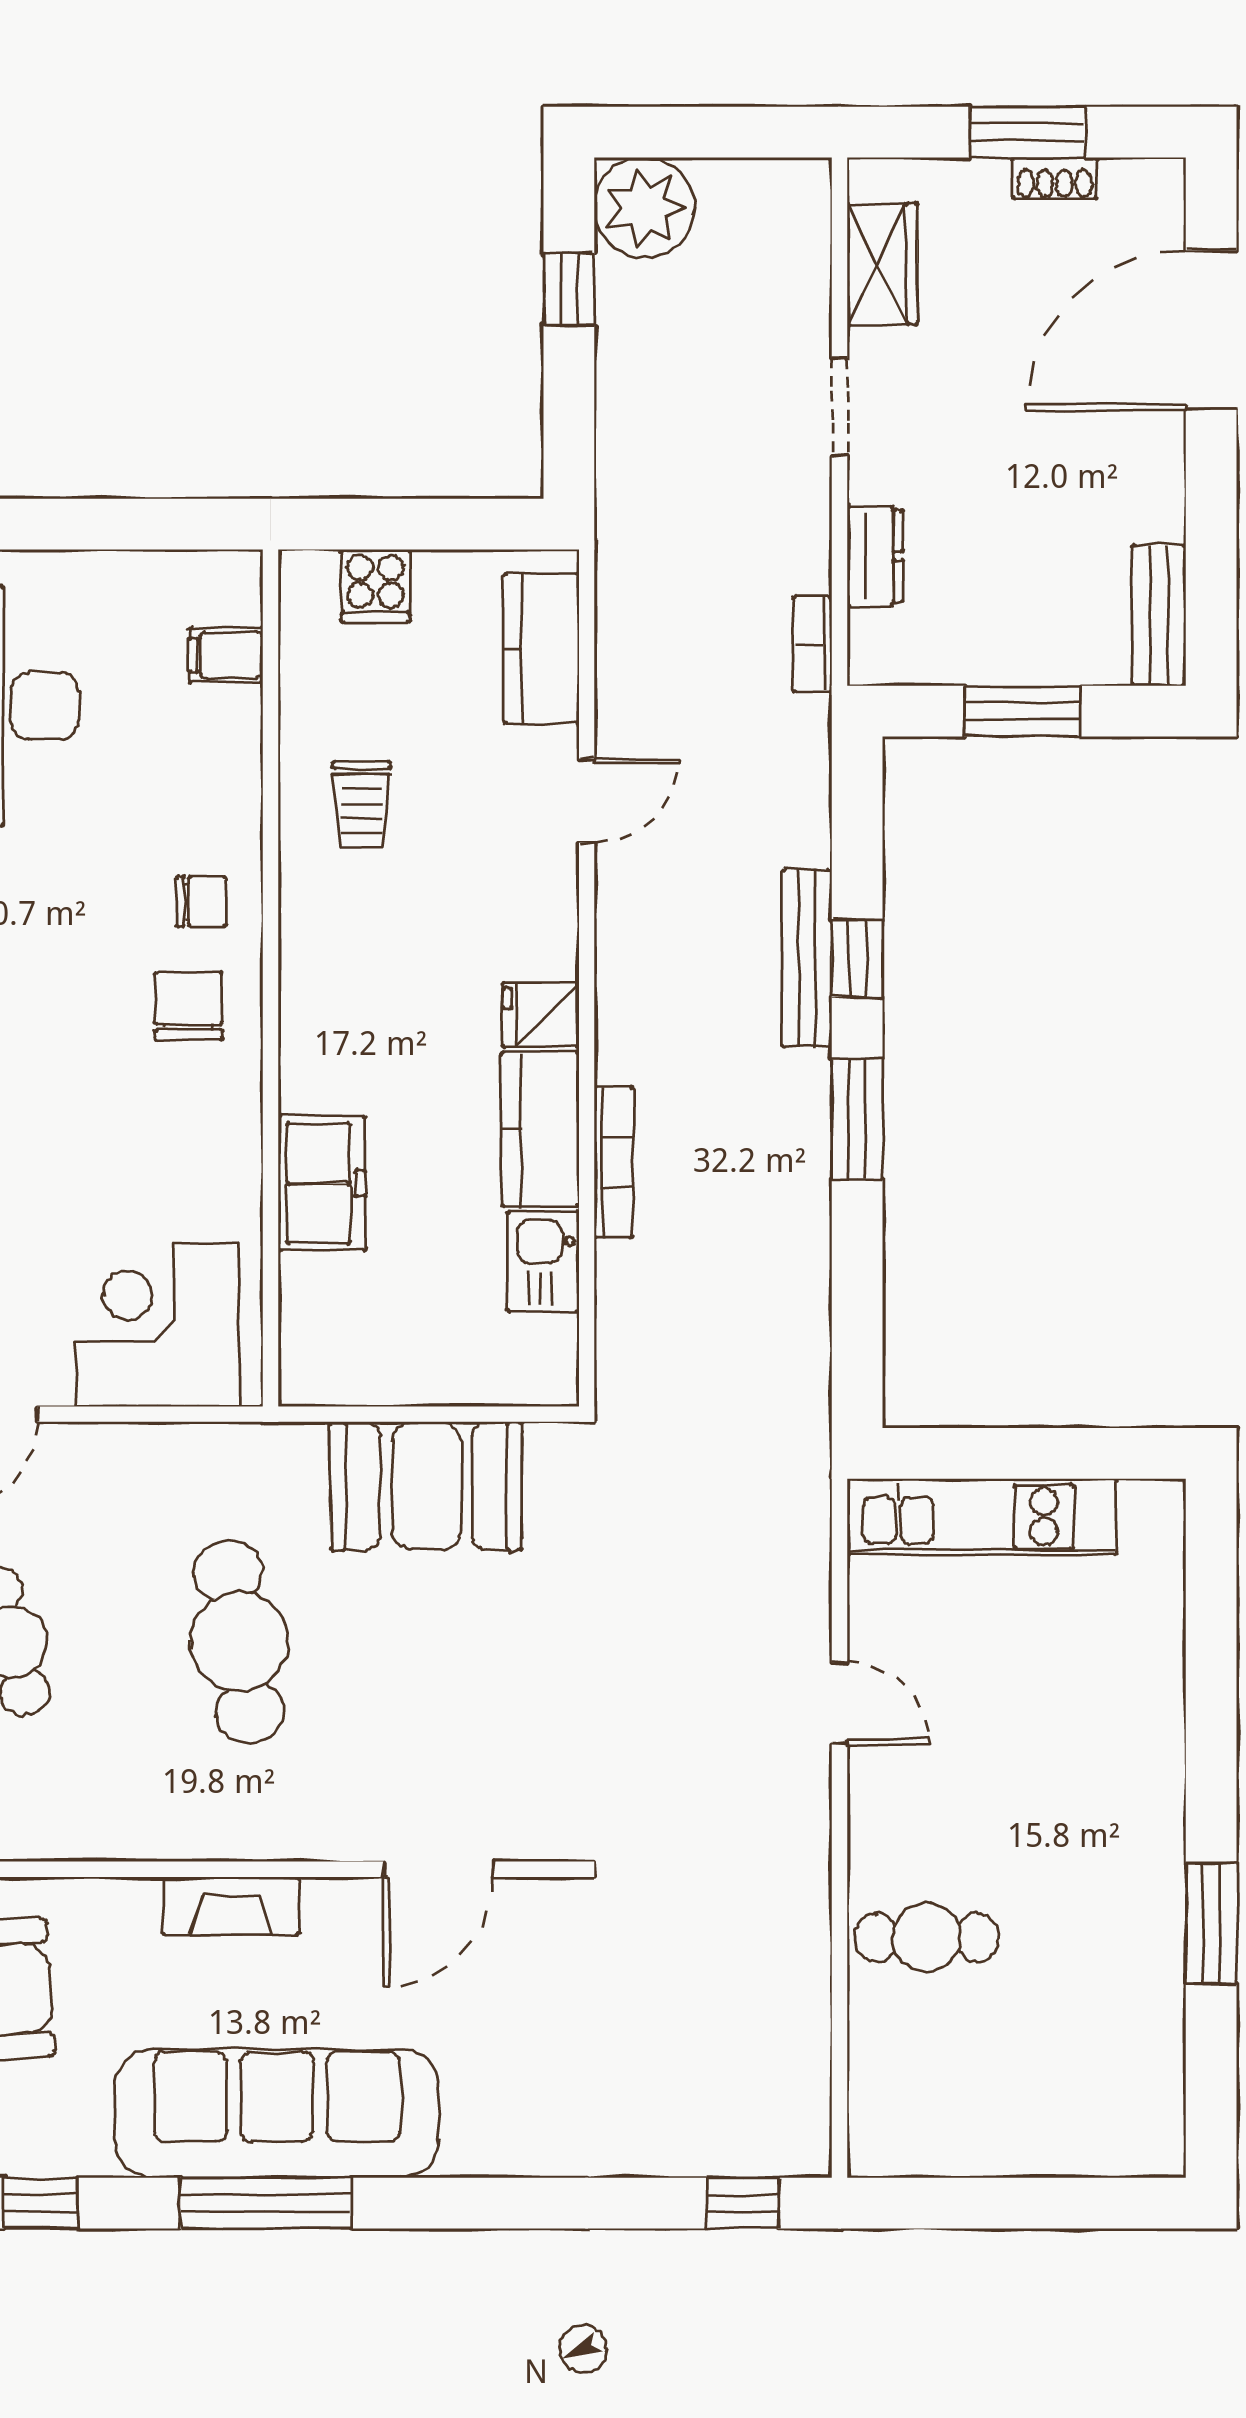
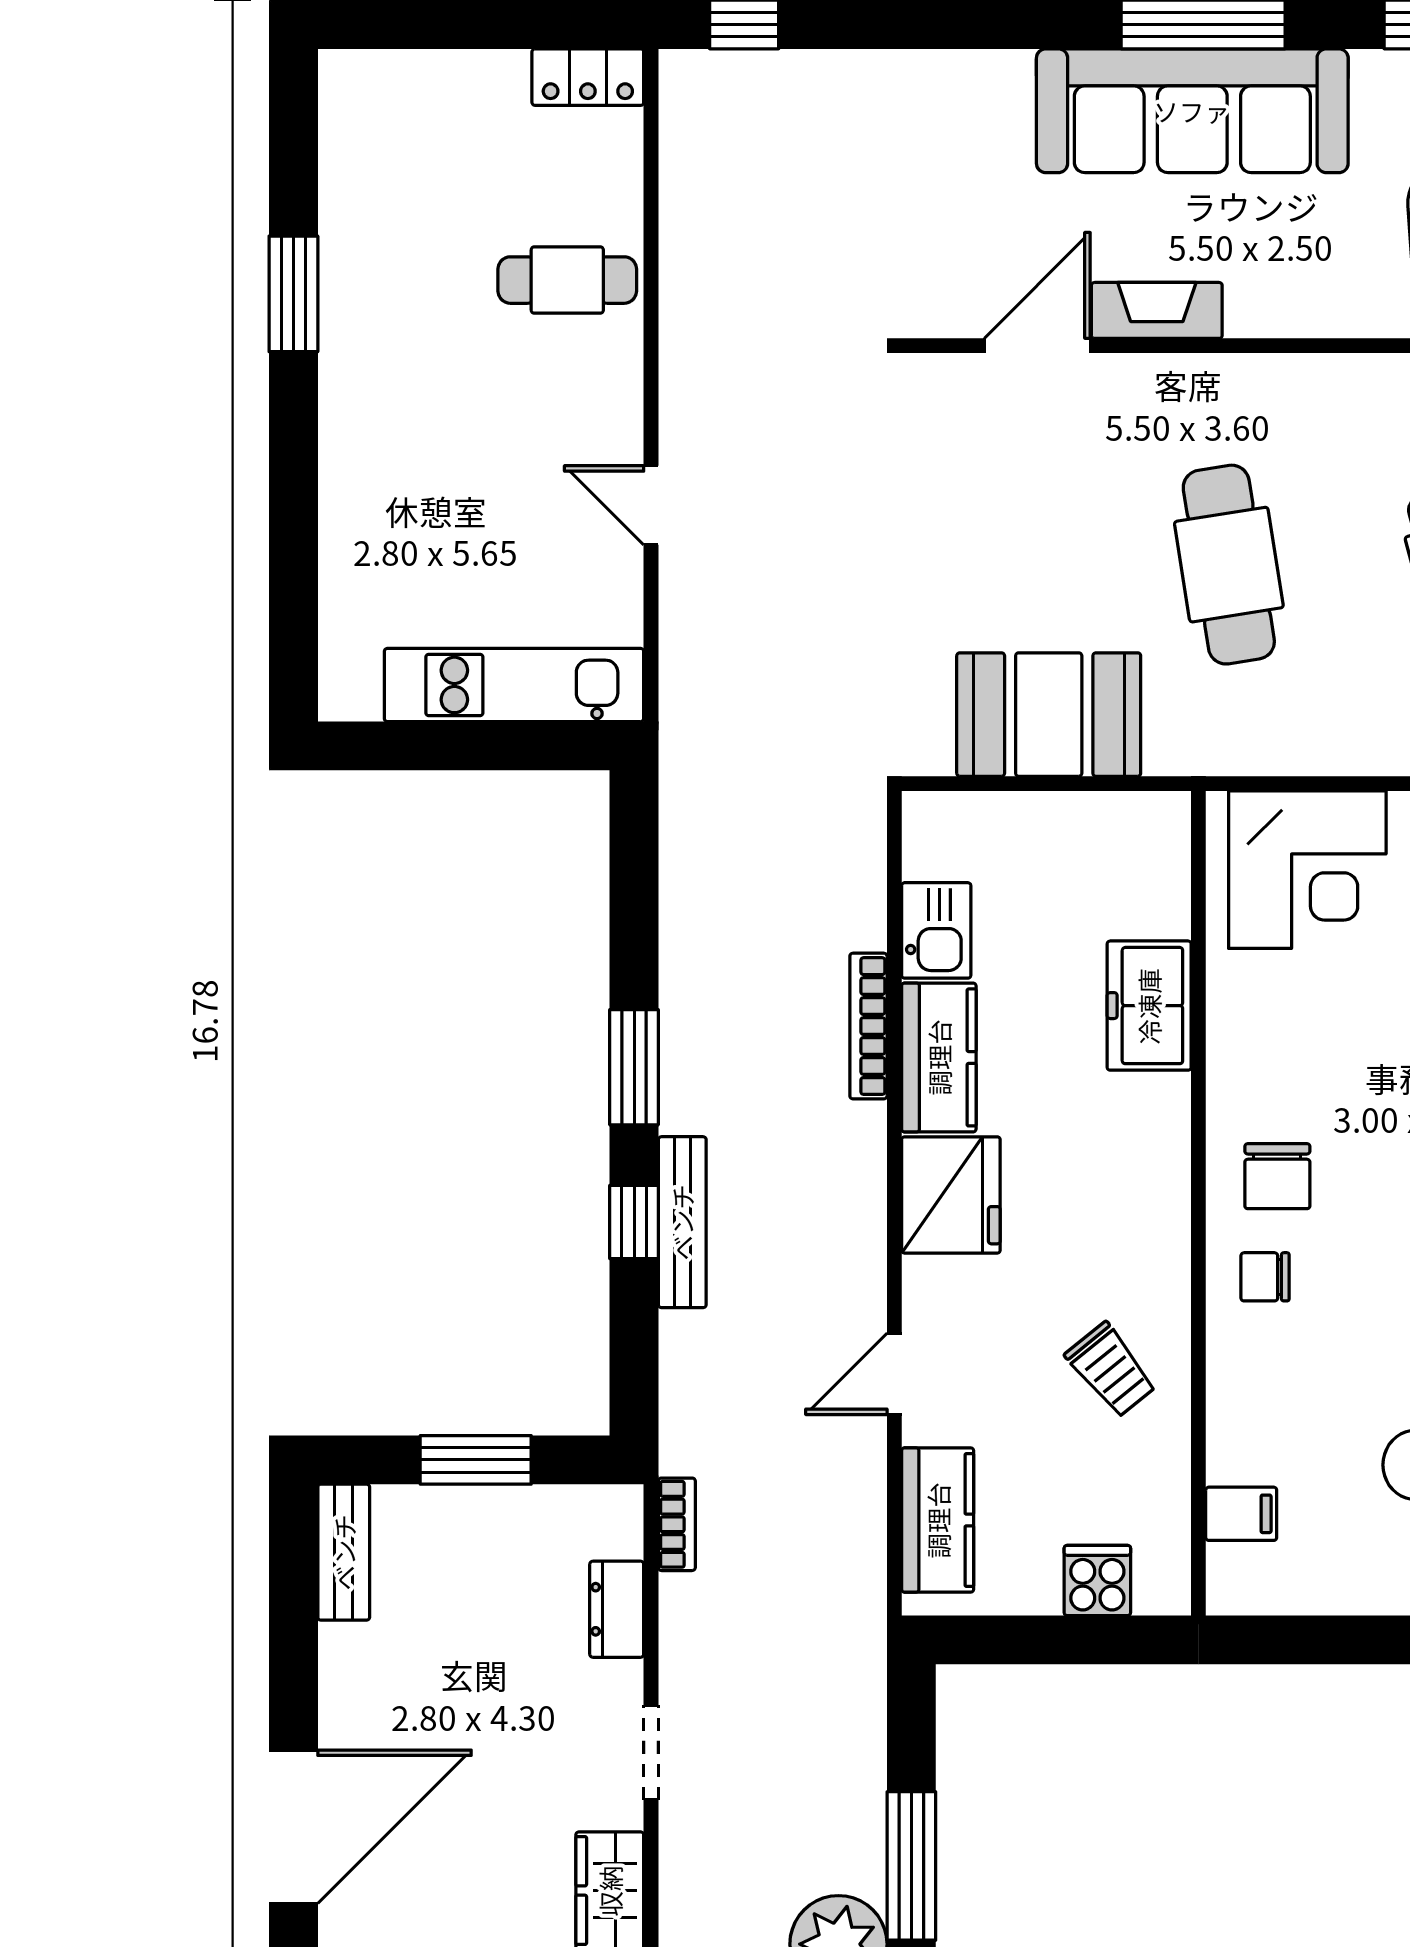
window: (569, 289) -> (911, 1866), width x2.17
trolley: (362, 805) -> (1111, 1370), turned 141
fridge: (541, 1015) -> (951, 1195), width x1.88, depth x1.34
fireplace: (231, 1906) -> (1157, 310), moved
locker: (905, 2148) -> (588, 77), added

